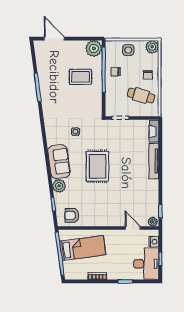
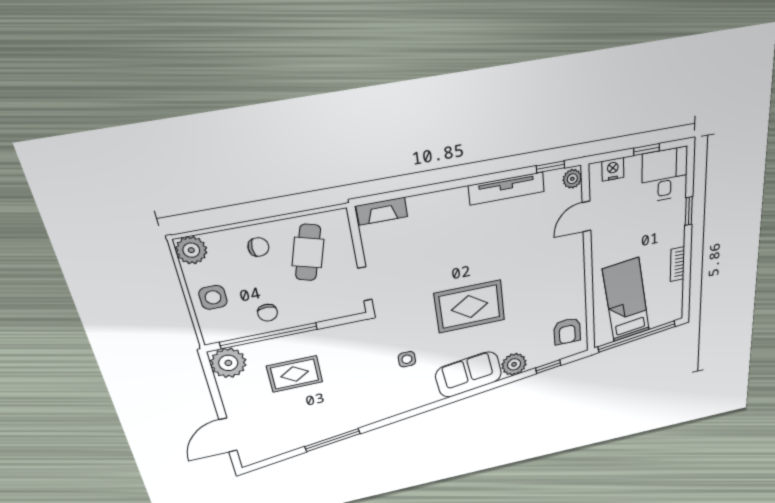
rug: (80, 77) -> (295, 374), turned 90
tv unit: (154, 161) -> (507, 189), moved
desk: (146, 264) -> (665, 175), width x0.73

